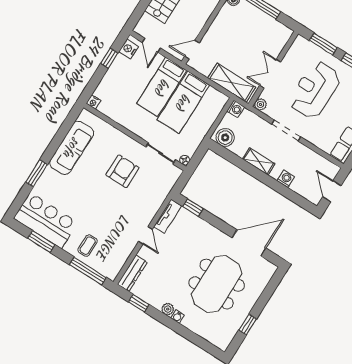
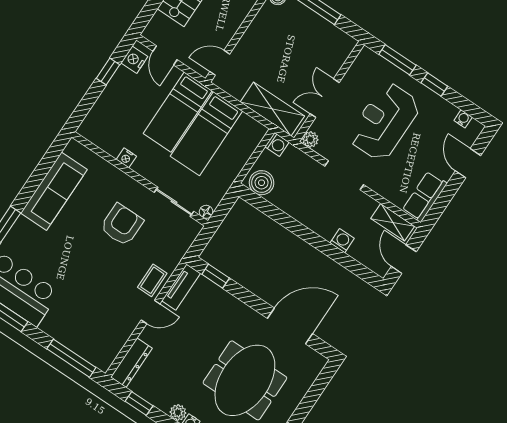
nightstand: (93, 102) -> (126, 158), moved
shelving: (259, 161) -> (393, 222), moved
door: (145, 235) -> (151, 312), hinge flipped
coffee table: (88, 246) -> (152, 280), moved

